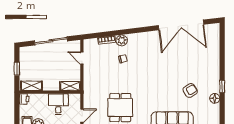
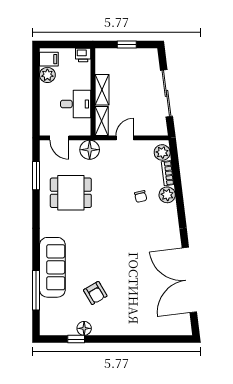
plant: (92, 44) -> (162, 152), added
door: (82, 58) -> (125, 138), moved
shelving: (31, 86) -> (102, 90), moved
window: (222, 87) -> (76, 339), moved
floor lamp: (90, 94) -> (90, 150), added

